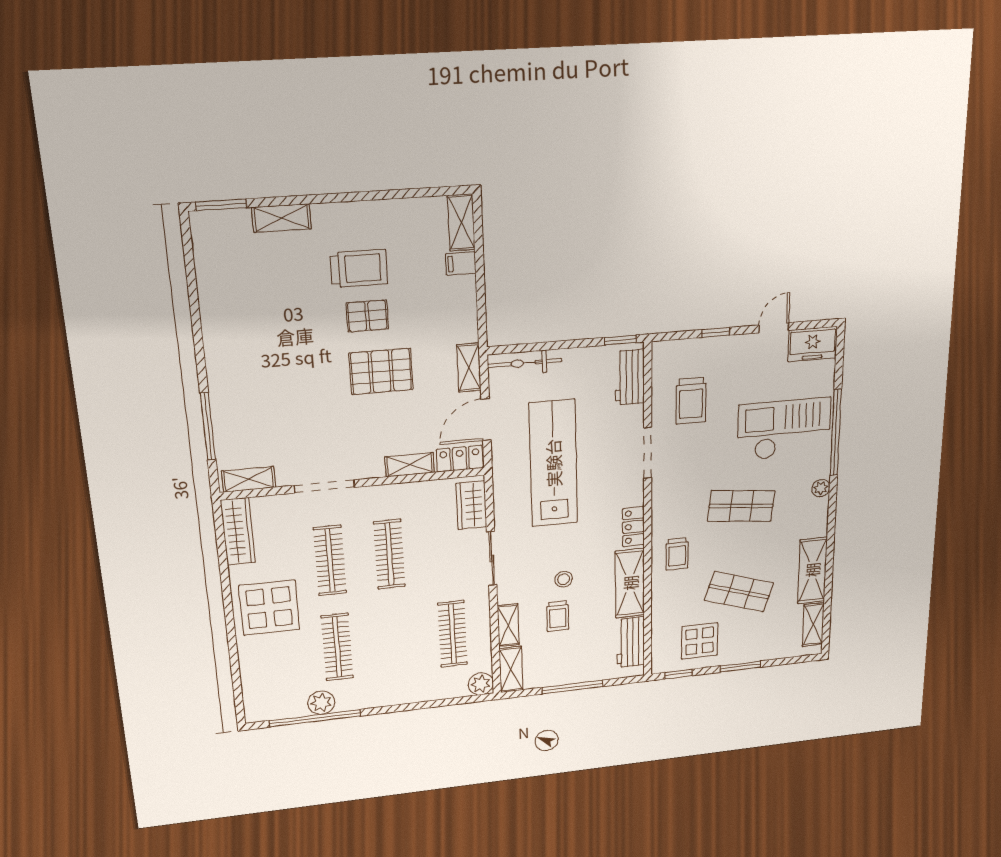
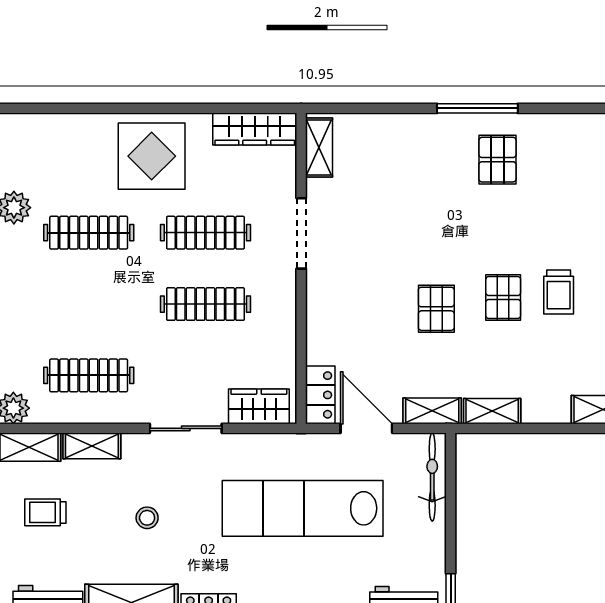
filing cabinet: (461, 263) -> (556, 407), removed
trolley: (359, 268) -> (559, 292), width x0.73, depth x0.72
pallet: (244, 330) -> (497, 160), added
pallet: (381, 371) -> (436, 309), width x0.67, depth x0.71
window: (208, 426) -> (477, 108), moved
lab bench: (553, 463) -> (303, 508), turned 180
shelving: (410, 465) -> (492, 411), moved, turned 90
trolley: (558, 616) -> (45, 512), moved

